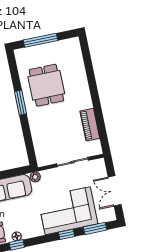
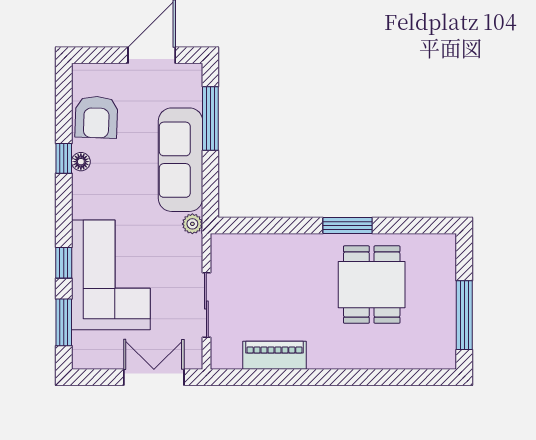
window: (40, 40) -> (464, 315), moved
dining table: (46, 85) -> (372, 285), turned 90
double door: (115, 191) -> (154, 377), moved

